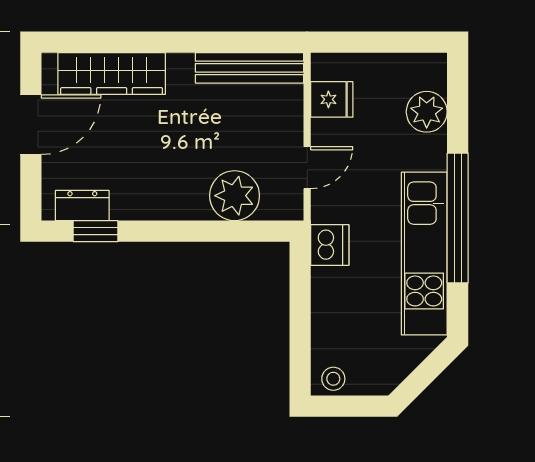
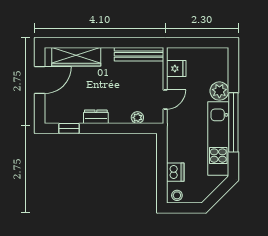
plant: (427, 112) -> (219, 91), moved
plant: (235, 196) -> (137, 118), width x0.53, depth x0.53
dresser: (82, 206) -> (96, 117), moved
dishwasher: (330, 245) -> (175, 172), moved

